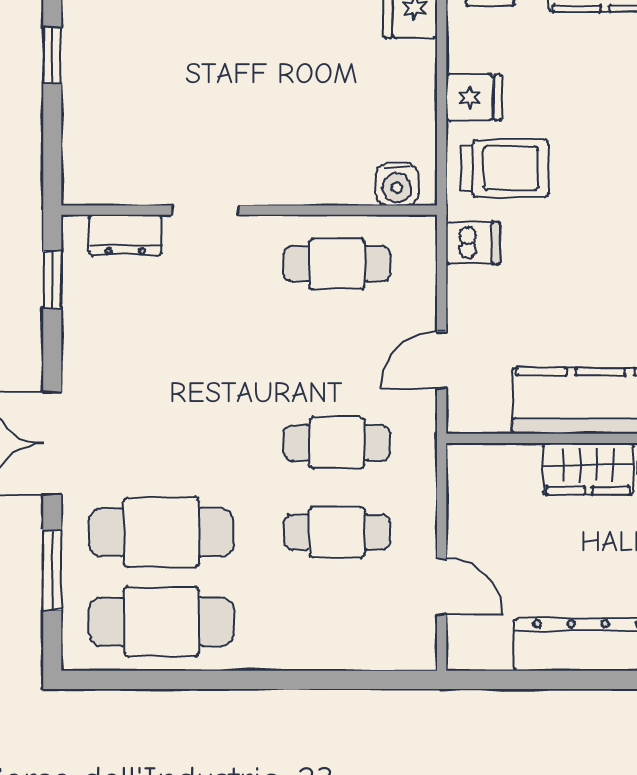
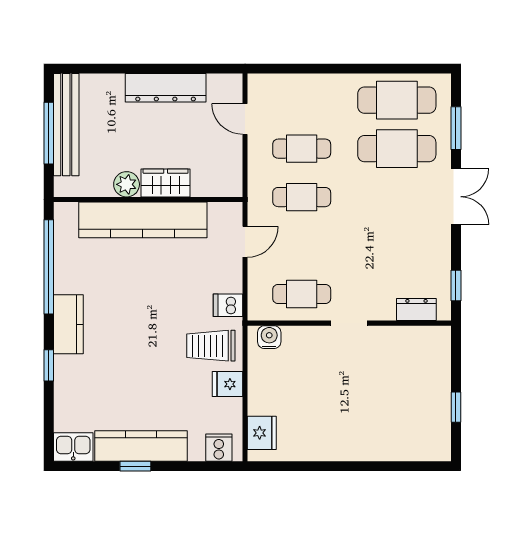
doorway: (205, 210) -> (349, 323), moved

